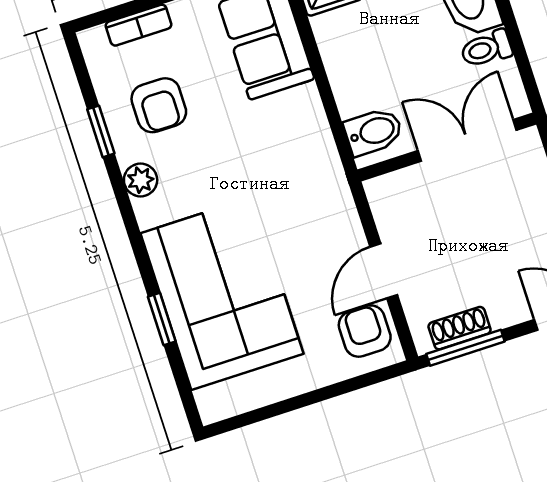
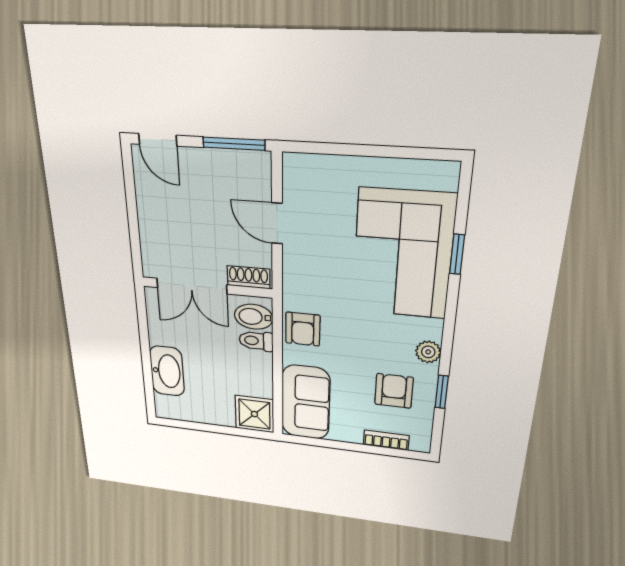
toilet: (486, 49) -> (256, 341), moved, turned 180
door: (384, 271) -> (277, 223), swing flipped
shoe rack: (460, 328) -> (249, 277), moved, turned 180
armchair: (365, 331) -> (303, 329), moved

